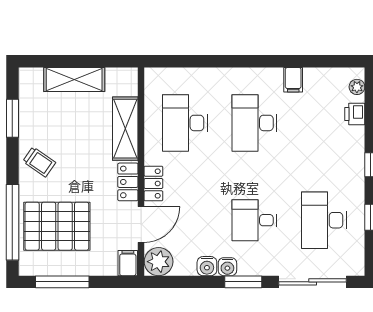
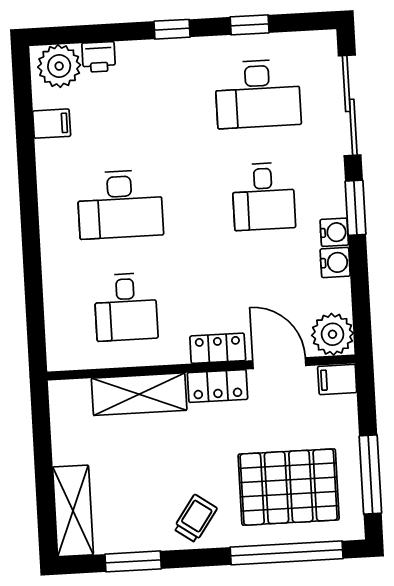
shelving: (74, 79) -> (73, 511), moved
filing cabinet: (293, 80) -> (52, 124), moved
plant: (357, 87) -> (59, 66), width x1.88, depth x1.88
desk: (185, 123) -> (126, 307), width x0.73
pallet: (57, 226) -> (289, 487), turned 90

